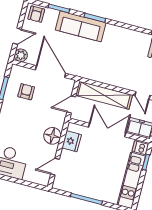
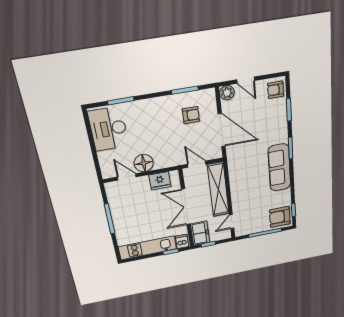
sofa: (81, 26) -> (279, 168), moved
door: (51, 72) -> (222, 130), hinge flipped
double door: (107, 130) -> (186, 207), swing flipped
floor lamp: (52, 136) -> (144, 163), moved

